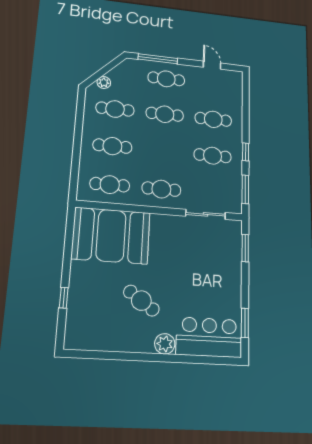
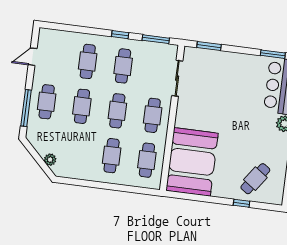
cafe table: (115, 109) -> (117, 111), moved
cafe table: (141, 301) -> (255, 179), moved

